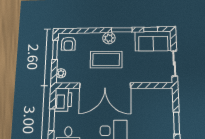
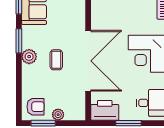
coffee table: (106, 60) -> (56, 60), width x0.54, depth x0.58
plant: (61, 73) -> (58, 115), moved

